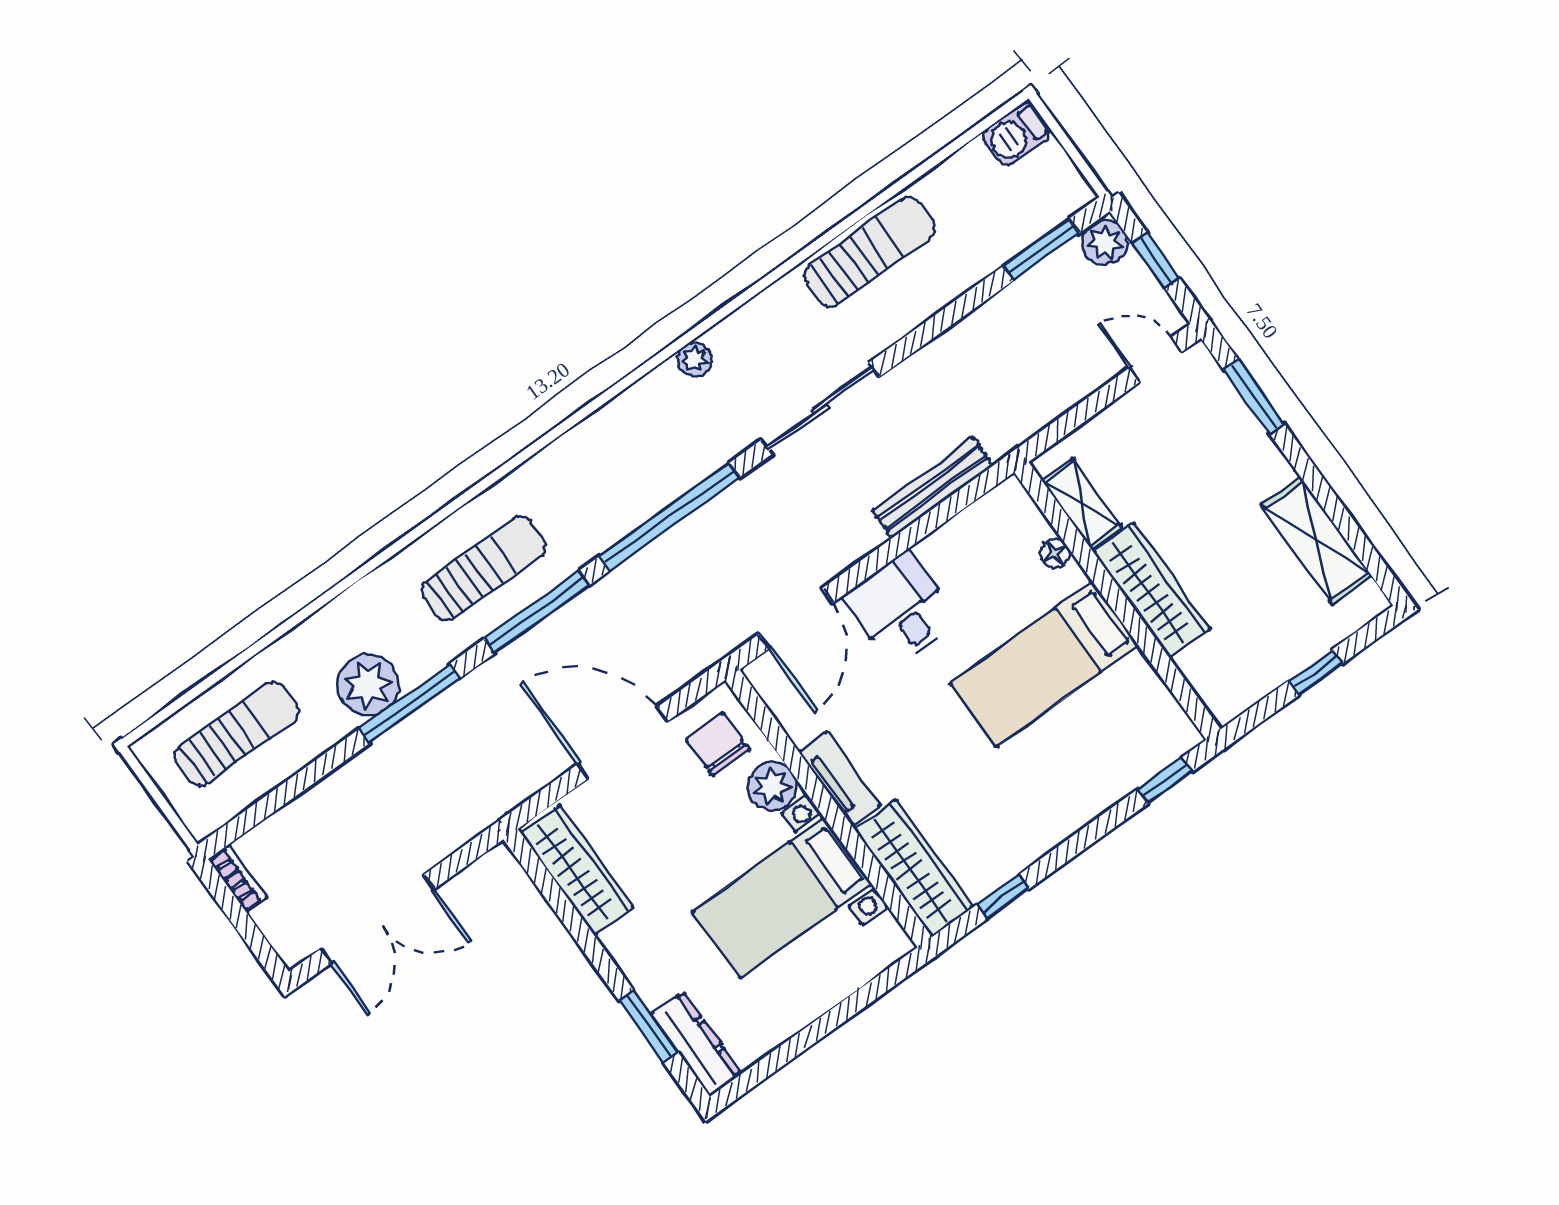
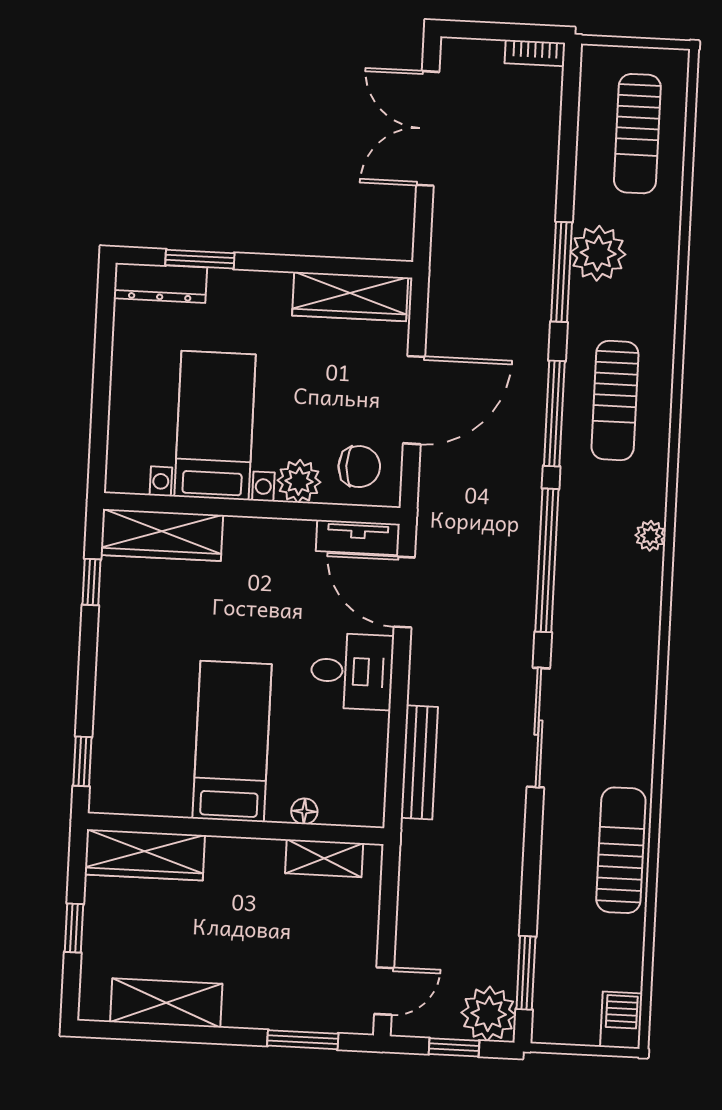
plant: (1105, 242) -> (489, 1014), width x1.36, depth x1.36
sun lounger: (869, 252) -> (621, 850), turned 180
plant: (694, 359) -> (650, 536), moved
wardrobe: (1152, 590) -> (145, 855), moved
tv unit: (839, 779) -> (358, 537), moved

